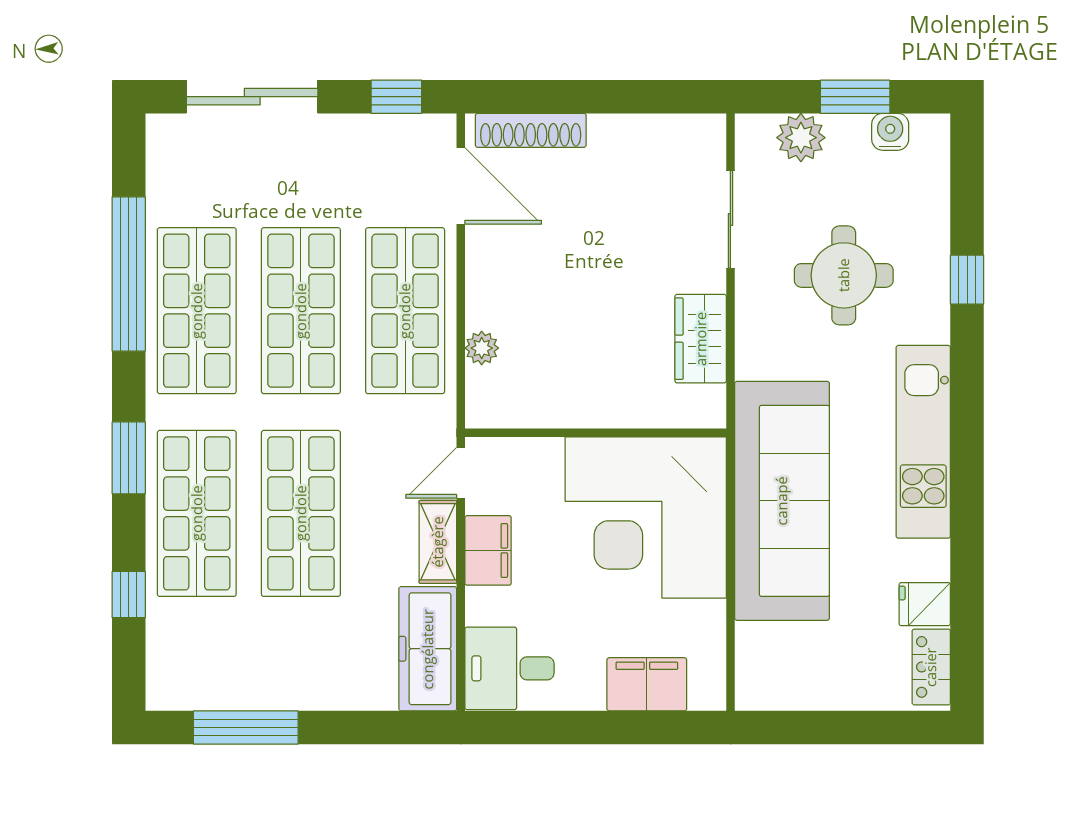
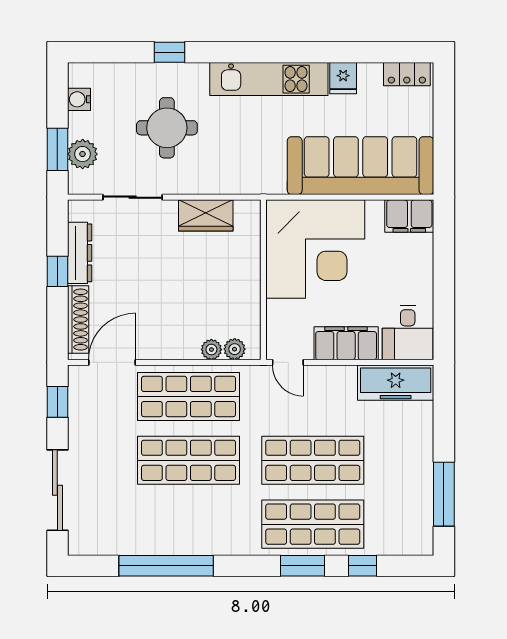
window: (609, 97) -> (57, 271), added
window: (855, 97) -> (57, 149), moved
dresser: (640, 133) -> (80, 253), added
shop shelf: (197, 311) -> (189, 524), removed
plant: (482, 386) -> (235, 349), added
window: (129, 458) -> (303, 566), moved
sofa: (782, 501) -> (361, 166), moved
shelving: (438, 542) -> (330, 376), removed
filing cabinet: (488, 550) -> (346, 343), width x1.50, depth x1.17
fridge: (925, 604) -> (343, 78), moved
filing cabinet: (647, 684) -> (409, 216), moved, turned -90

